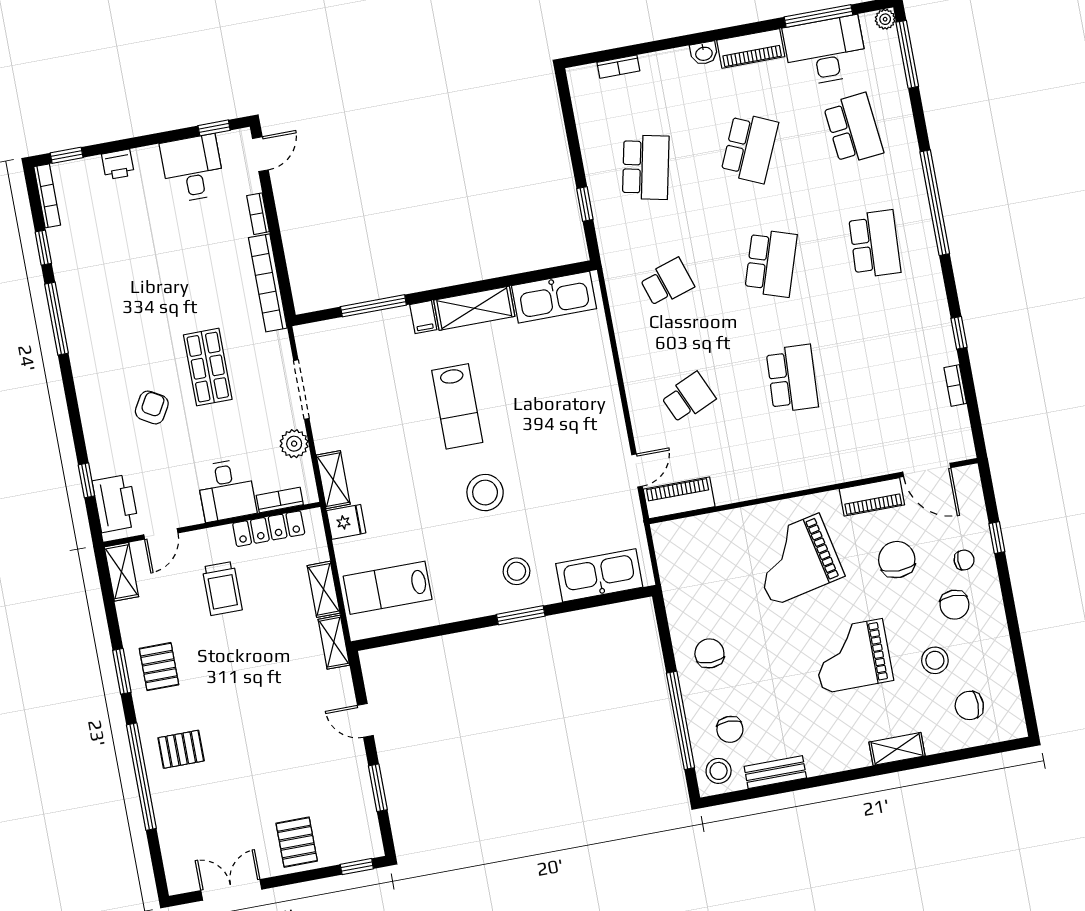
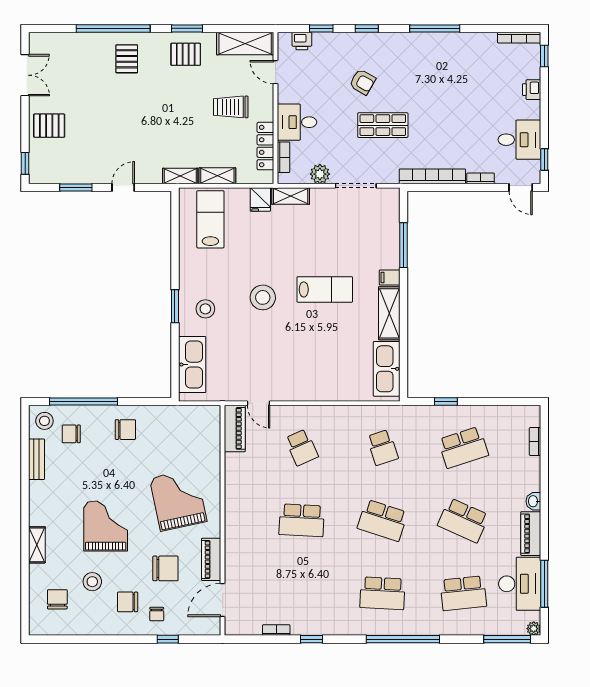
school desk: (646, 167) -> (463, 447), turned -30
window: (43, 248) -> (367, 28), moved
lab bench: (457, 406) -> (325, 289), turned 180
printer: (115, 503) -> (302, 41), width x0.53, depth x0.68
shelving: (121, 572) -> (245, 44), width x1.50, depth x1.33

